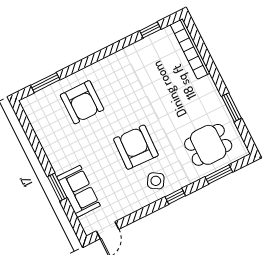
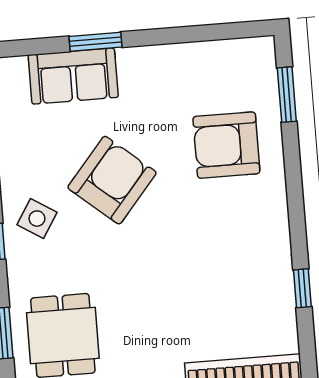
window: (150, 30) -> (302, 288), moved
armchair: (136, 147) -> (112, 180), moved, turned -52

